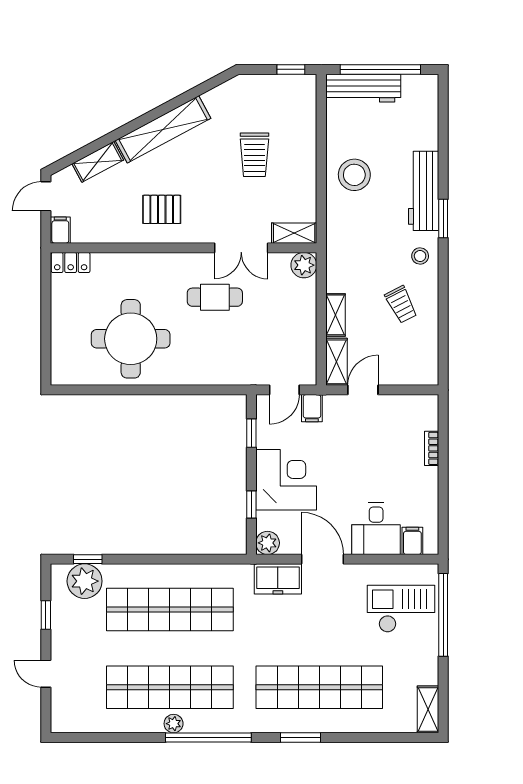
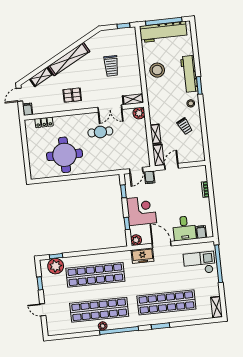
workbench: (363, 88) -> (163, 32), width x1.36, depth x1.32
locker: (71, 263) -> (44, 122), moved

